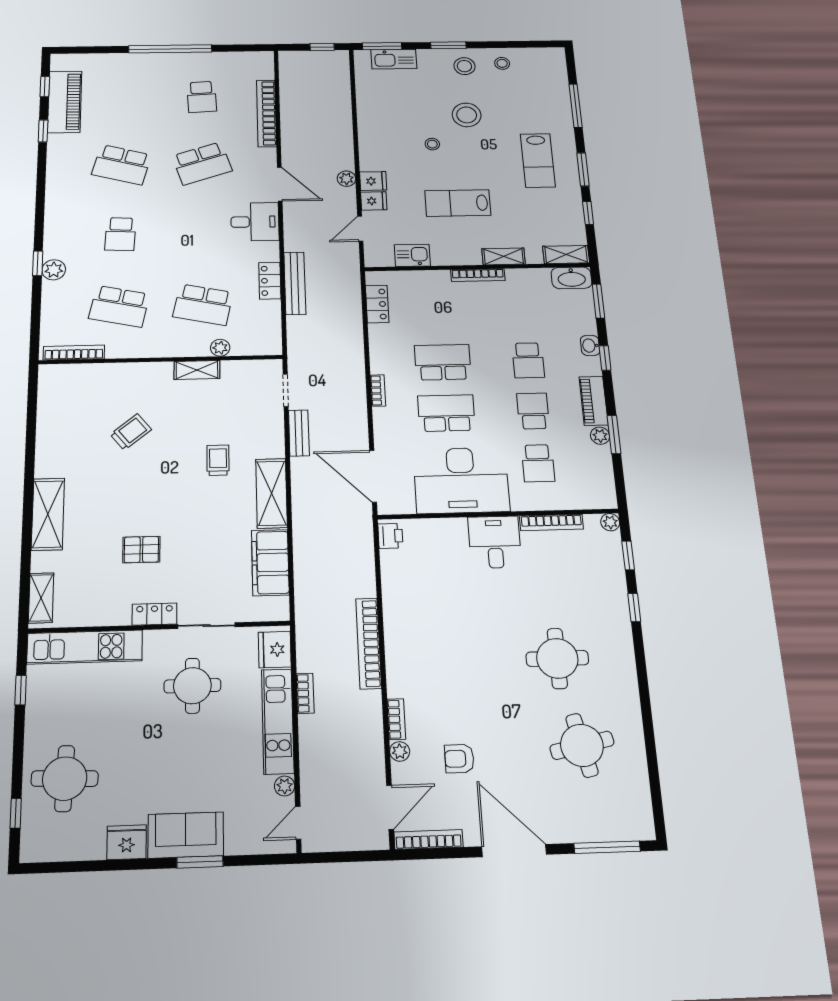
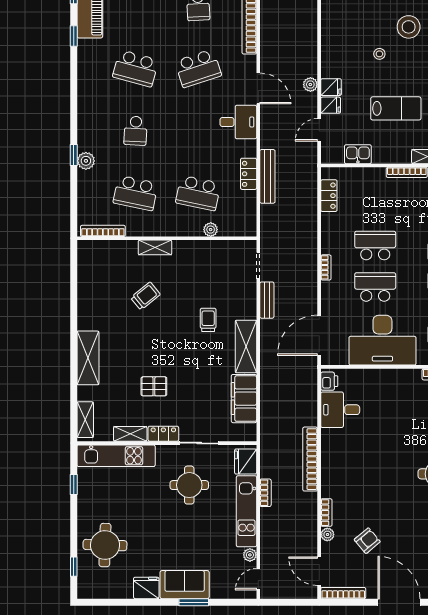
lab bench: (458, 203) -> (396, 108), turned 180
shelving: (197, 370) -> (155, 247), moved
door: (373, 476) -> (319, 335), hinge flipped
desk: (495, 542) -> (340, 410), moved, turned -90
shelving: (106, 616) -> (130, 434), added
armchair: (459, 759) -> (367, 541), turned 140
door: (390, 807) -> (319, 571), swing flipped

